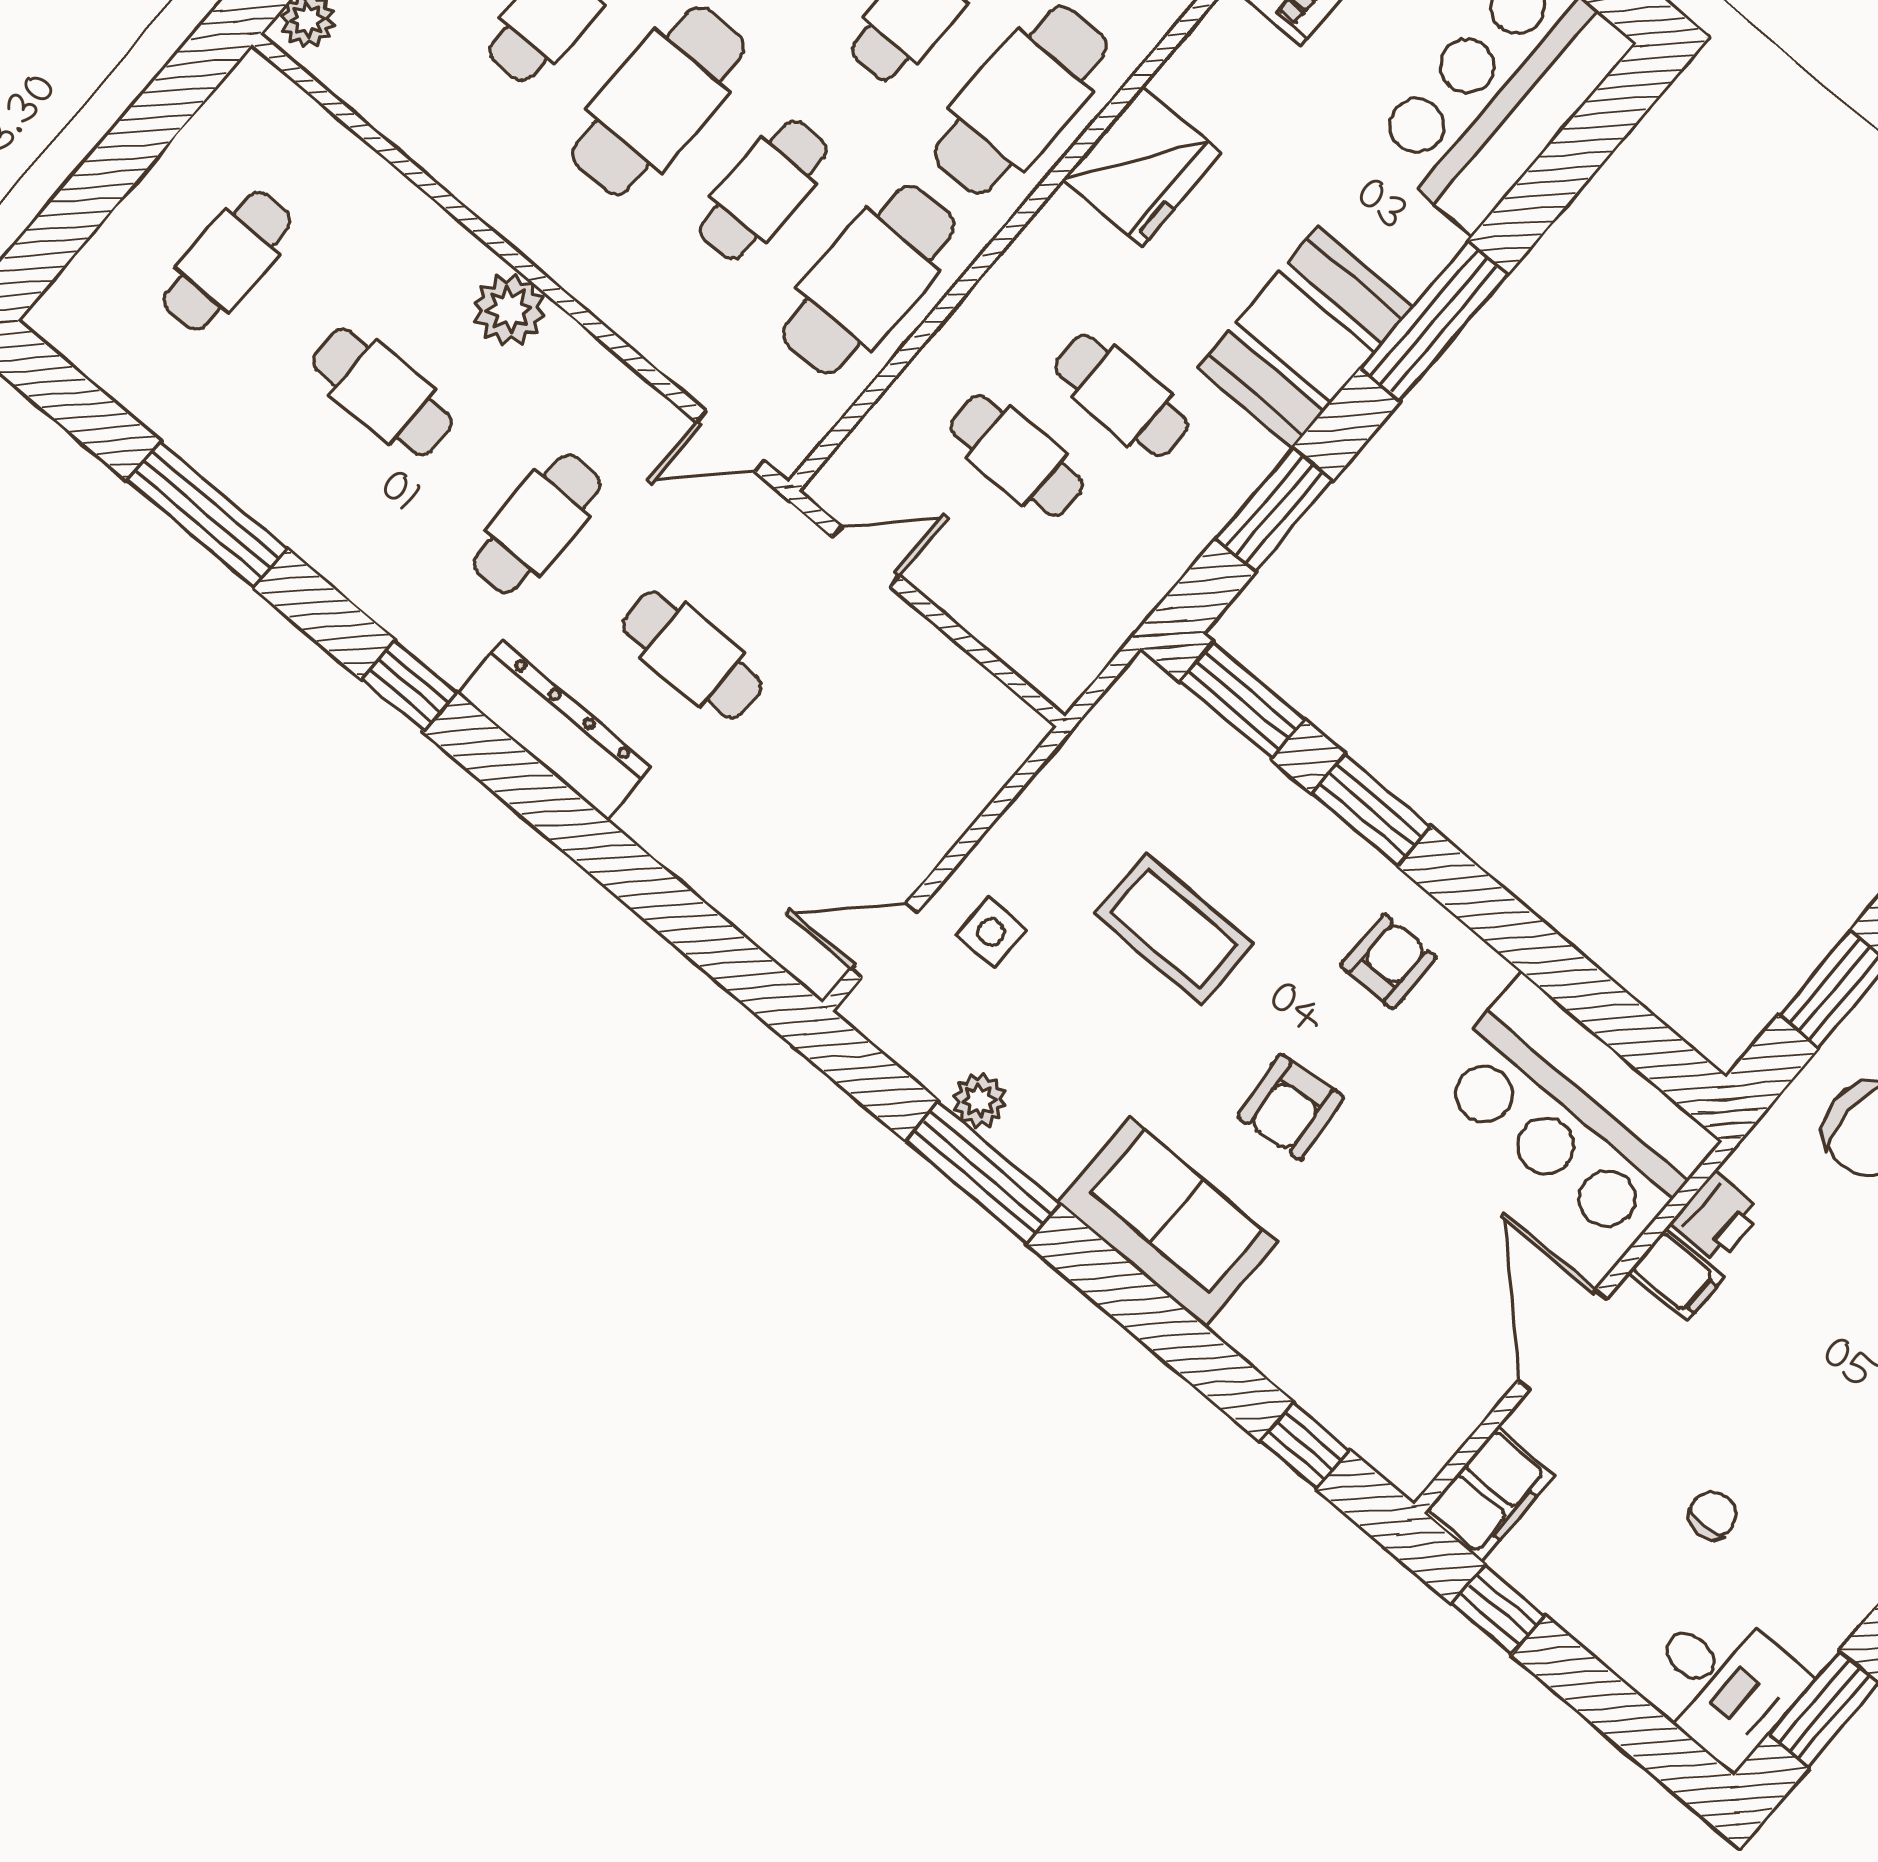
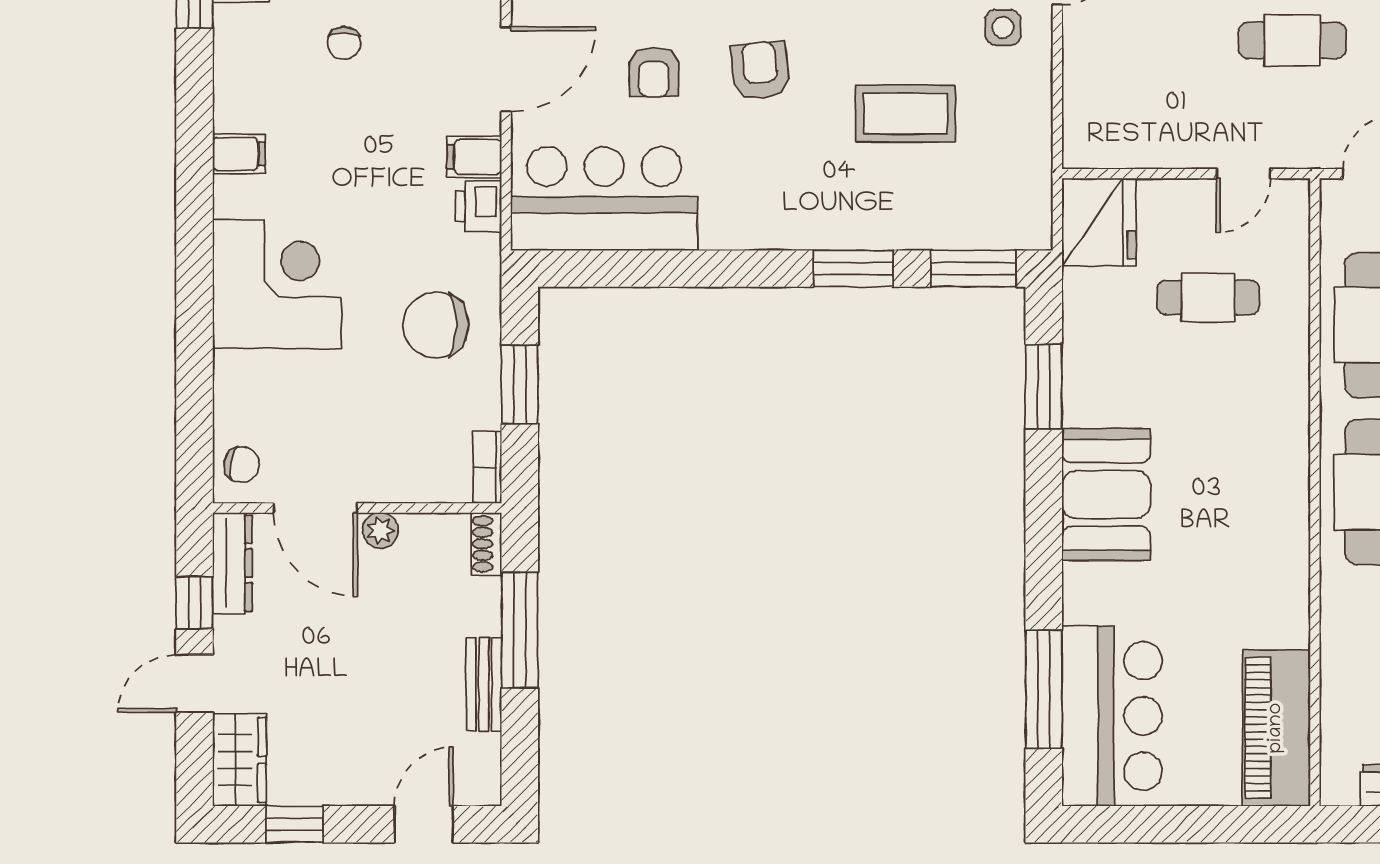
fridge: (1142, 166) -> (1099, 222), moved, turned 180
window: (1434, 321) -> (1044, 690), moved
cafe table: (1122, 396) -> (1179, 378), removed
armchair: (1388, 961) -> (654, 72), moved
door: (1562, 1340) -> (506, 69), hinge flipped

